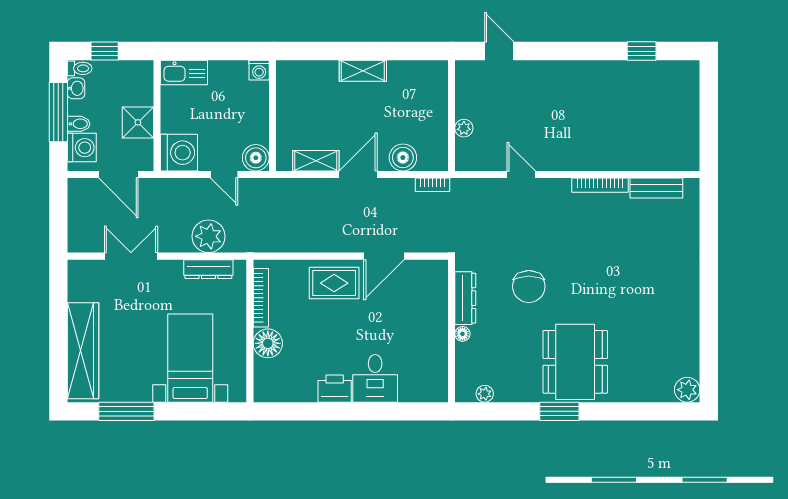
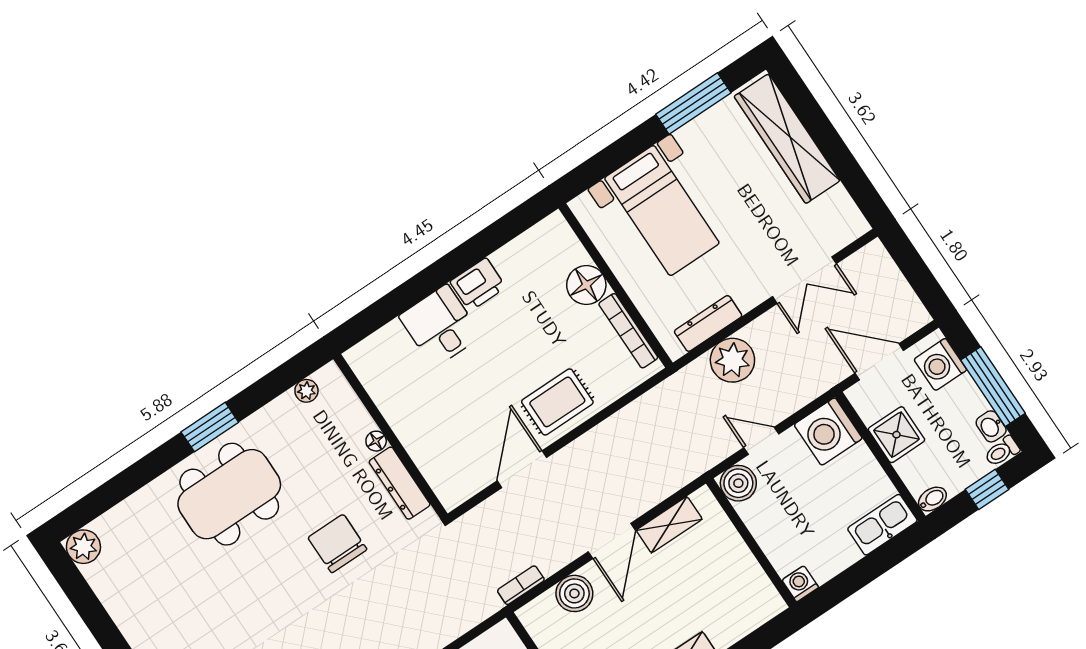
bidet: (79, 124) -> (932, 499), moved, turned 180
dining table: (575, 362) -> (229, 494), turned 90

